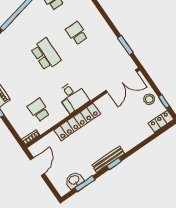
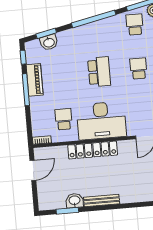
desk: (73, 97) -> (101, 121), width x1.87, depth x1.30
window: (114, 164) -> (105, 208), removed
washbasin: (74, 180) -> (75, 201), moved

